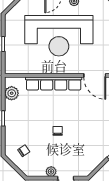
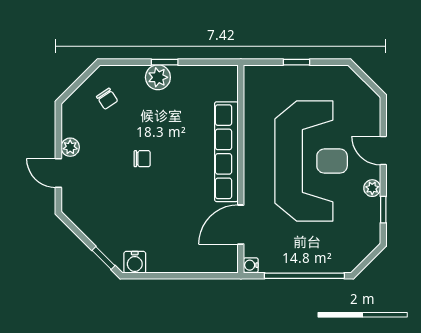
reception desk: (59, 36) -> (311, 161), turned 180
plant: (12, 93) -> (158, 77), moved

